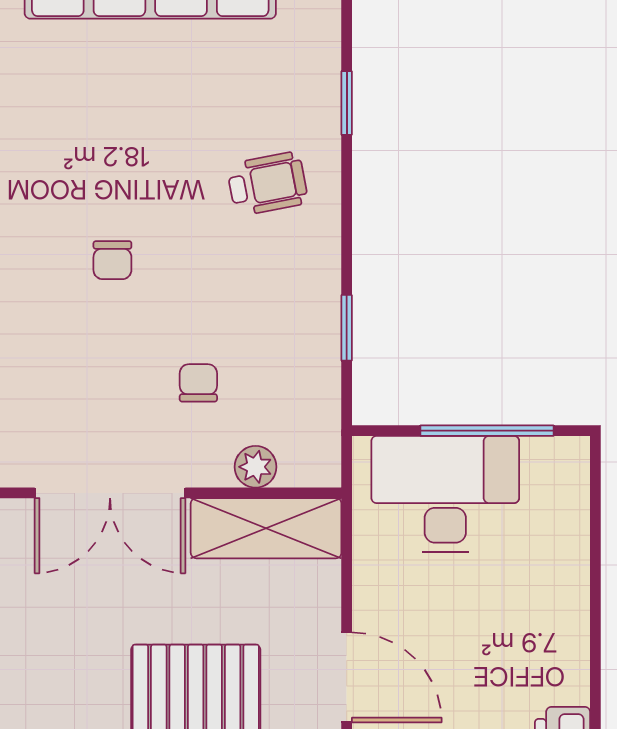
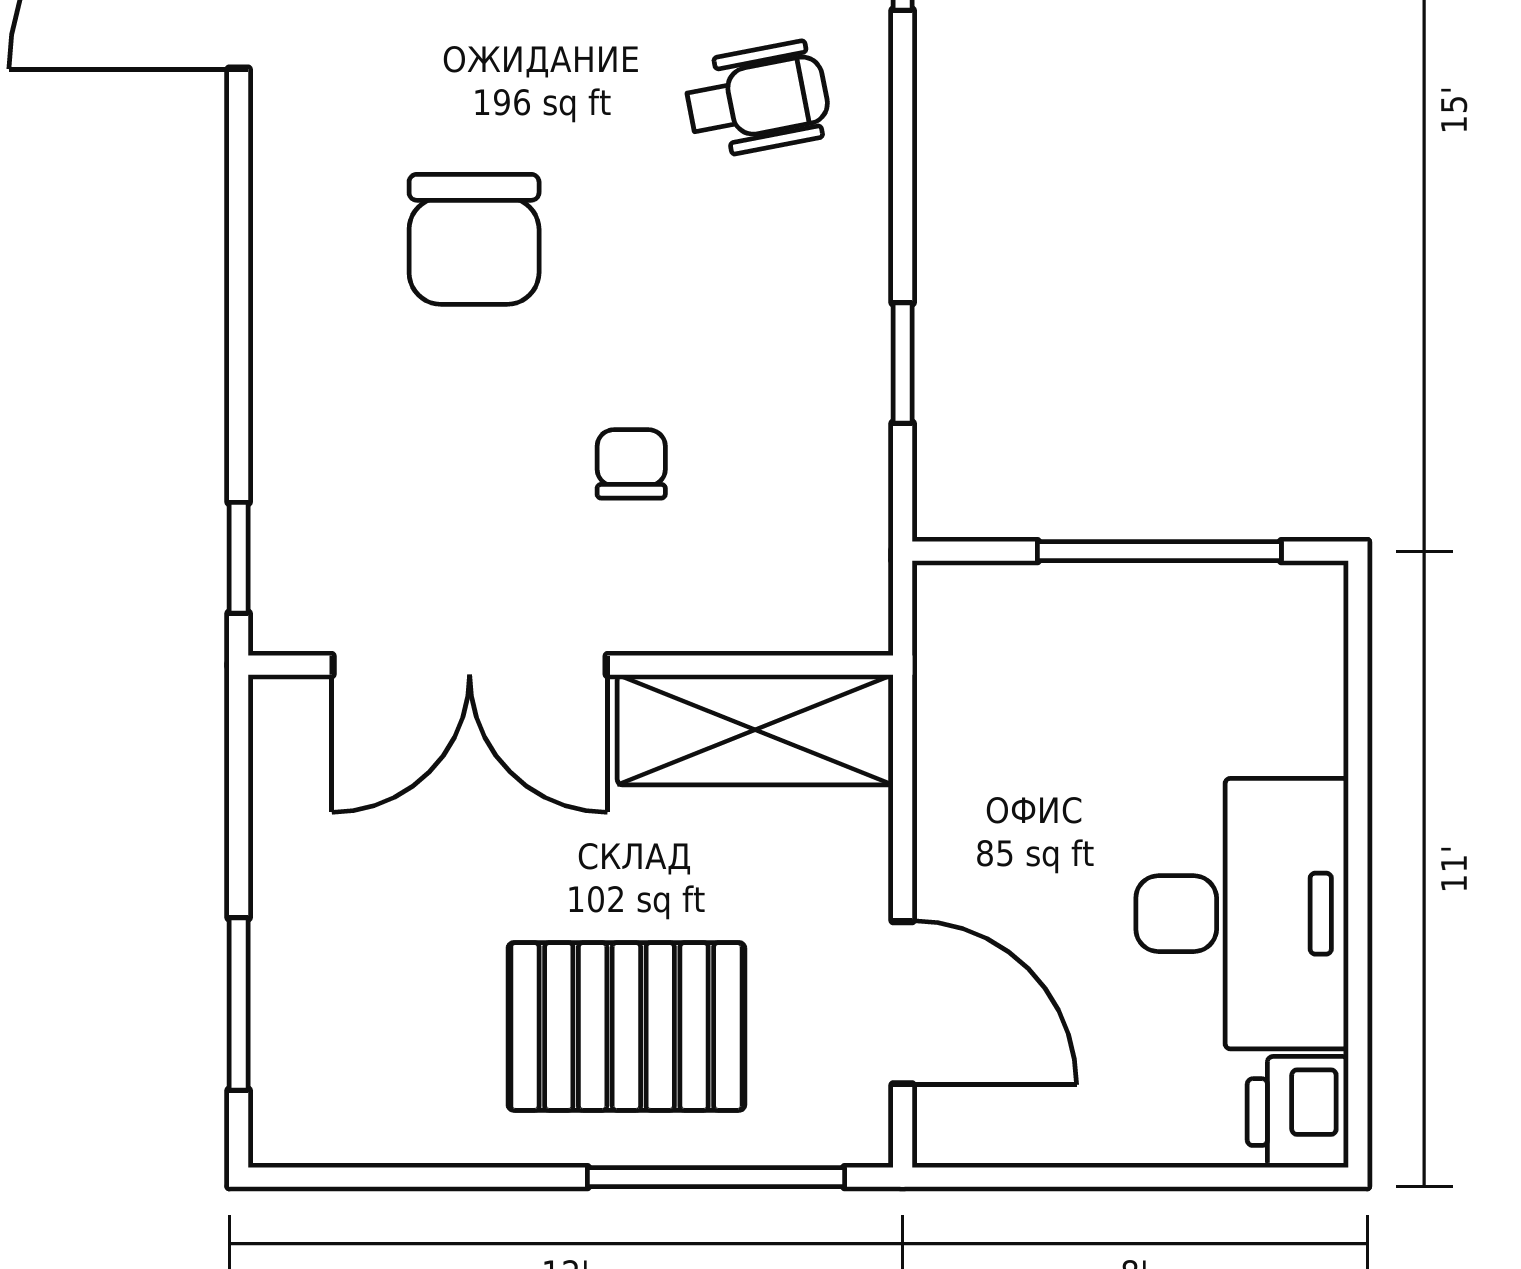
chair: (112, 260) -> (474, 239), width x1.87, depth x1.87
plant: (256, 467) -> (736, 617), removed
desk: (445, 494) -> (1242, 914), moved, turned 90

